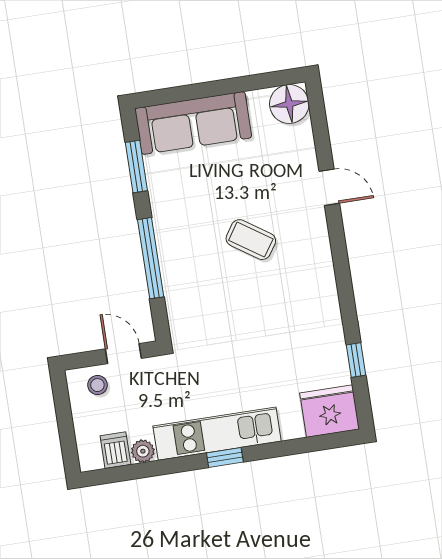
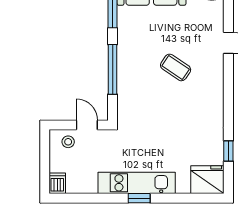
dishwasher: (115, 450) -> (57, 183), moved
plant: (143, 451) -> (90, 187), removed

